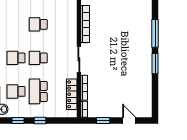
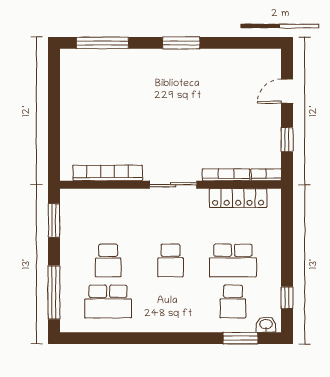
window: (155, 33) -> (102, 43), moved
school desk: (16, 58) -> (108, 301), moved, width x1.85
window: (40, 121) -> (287, 257), removed

